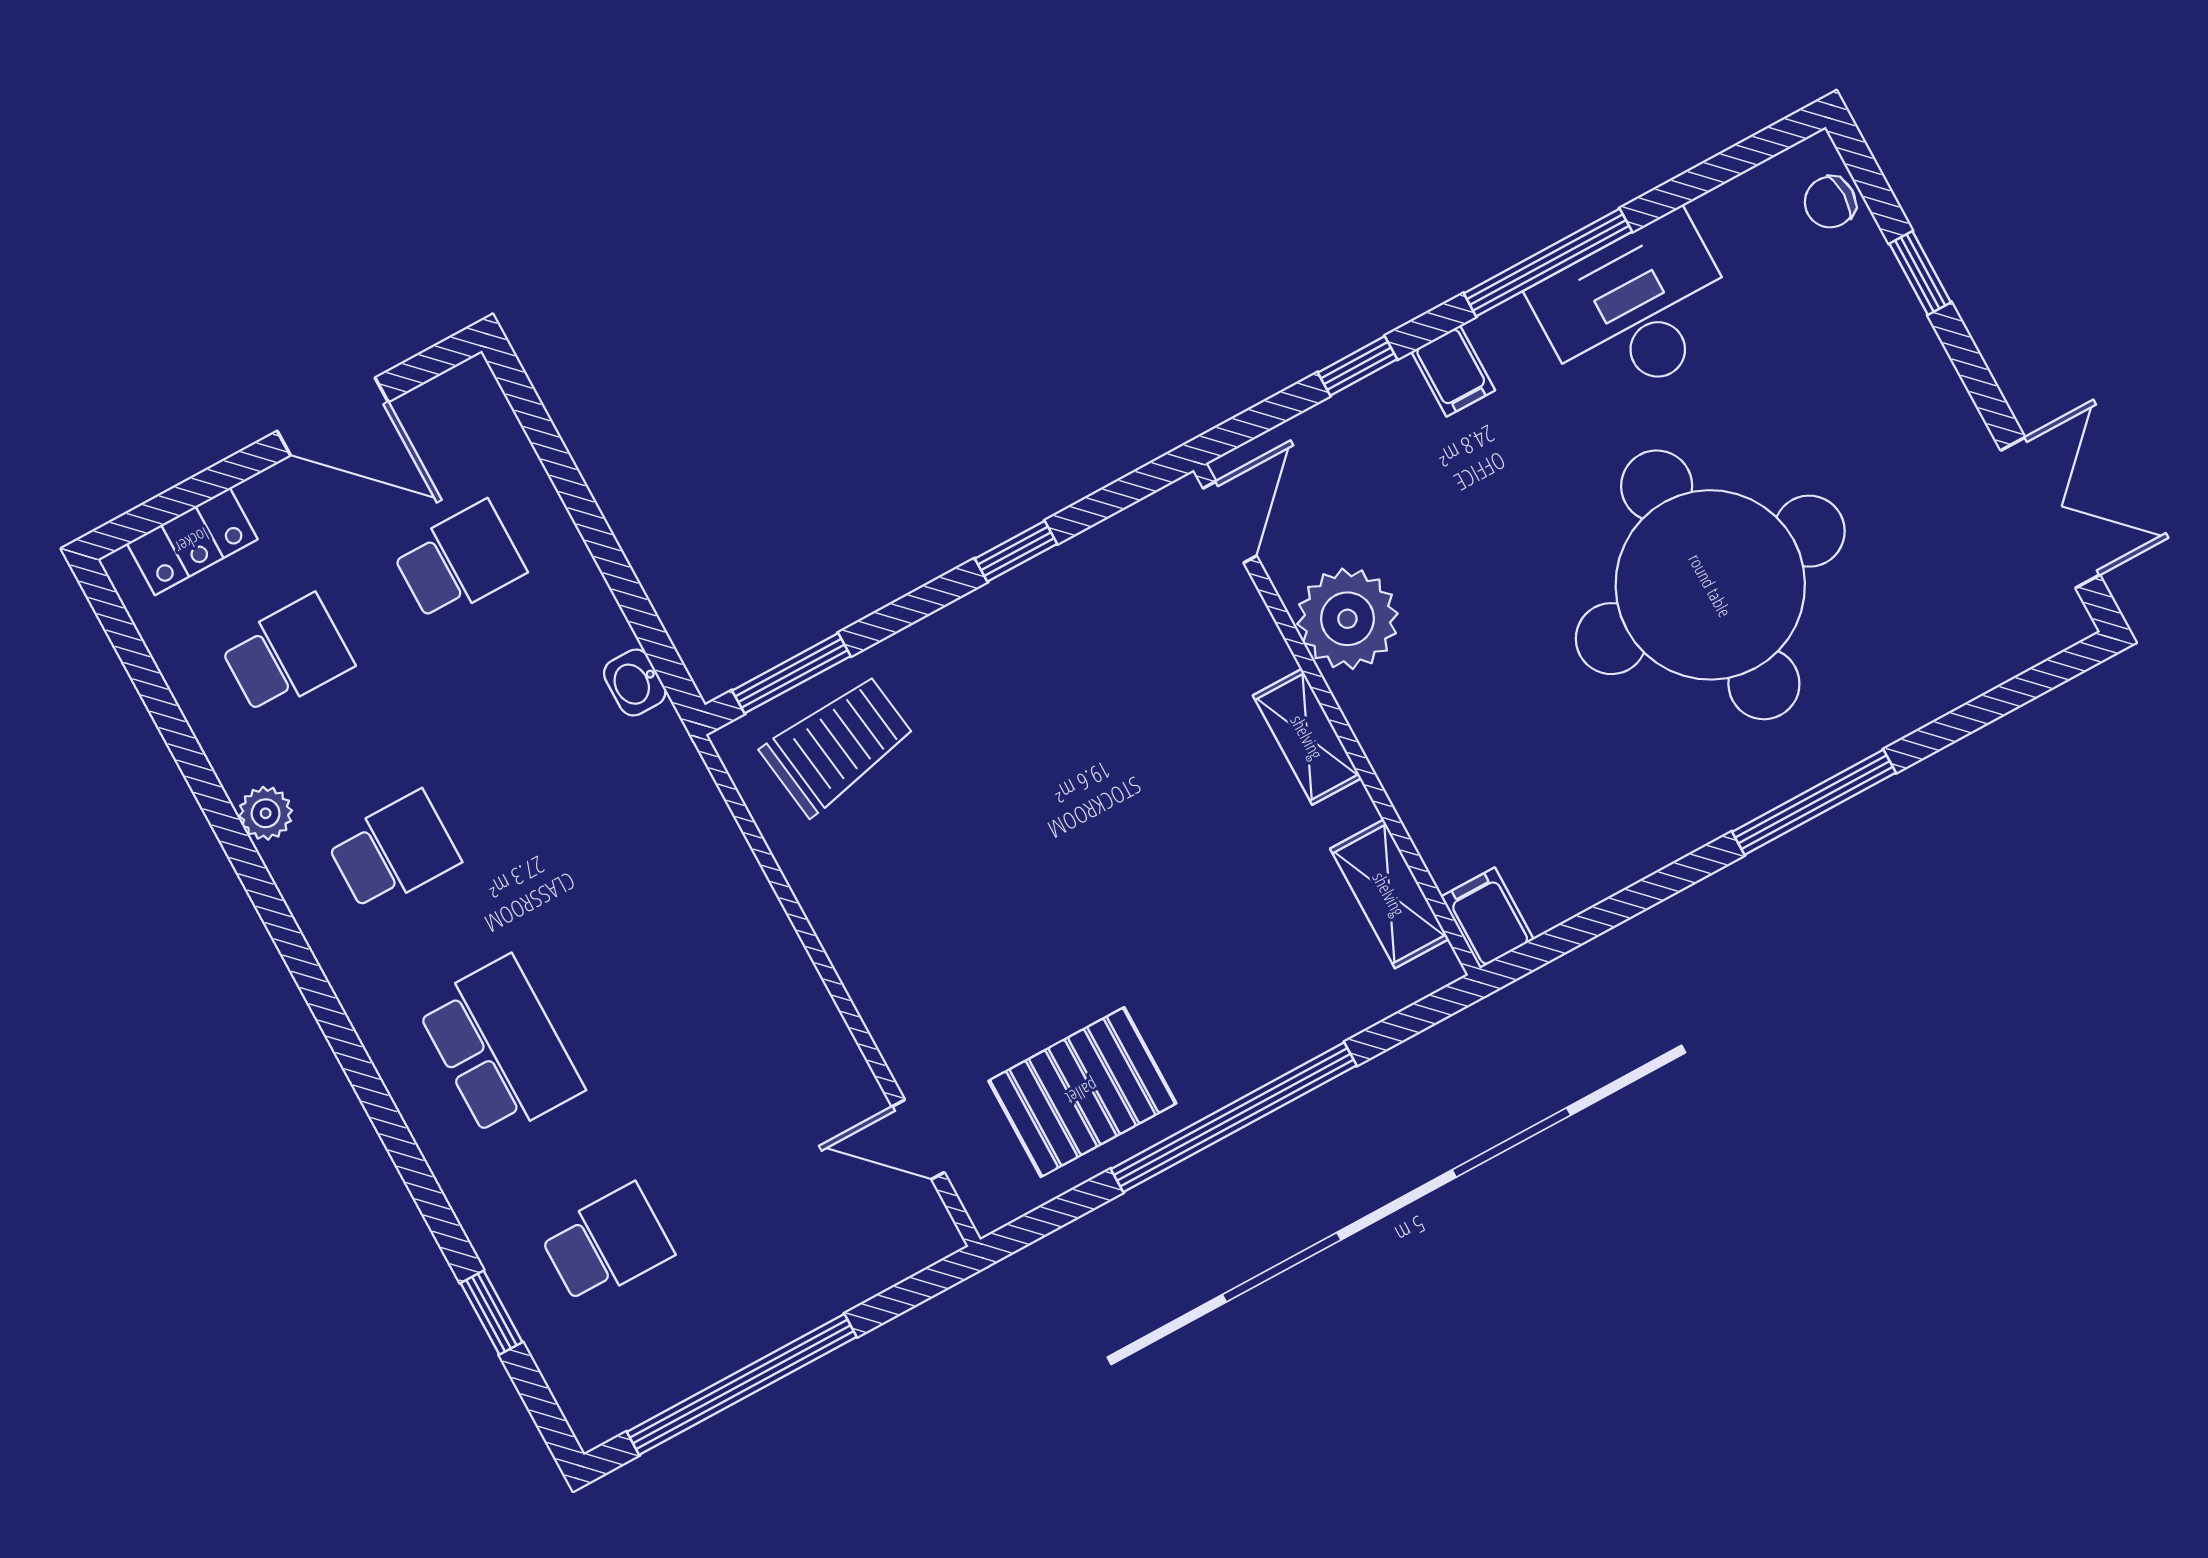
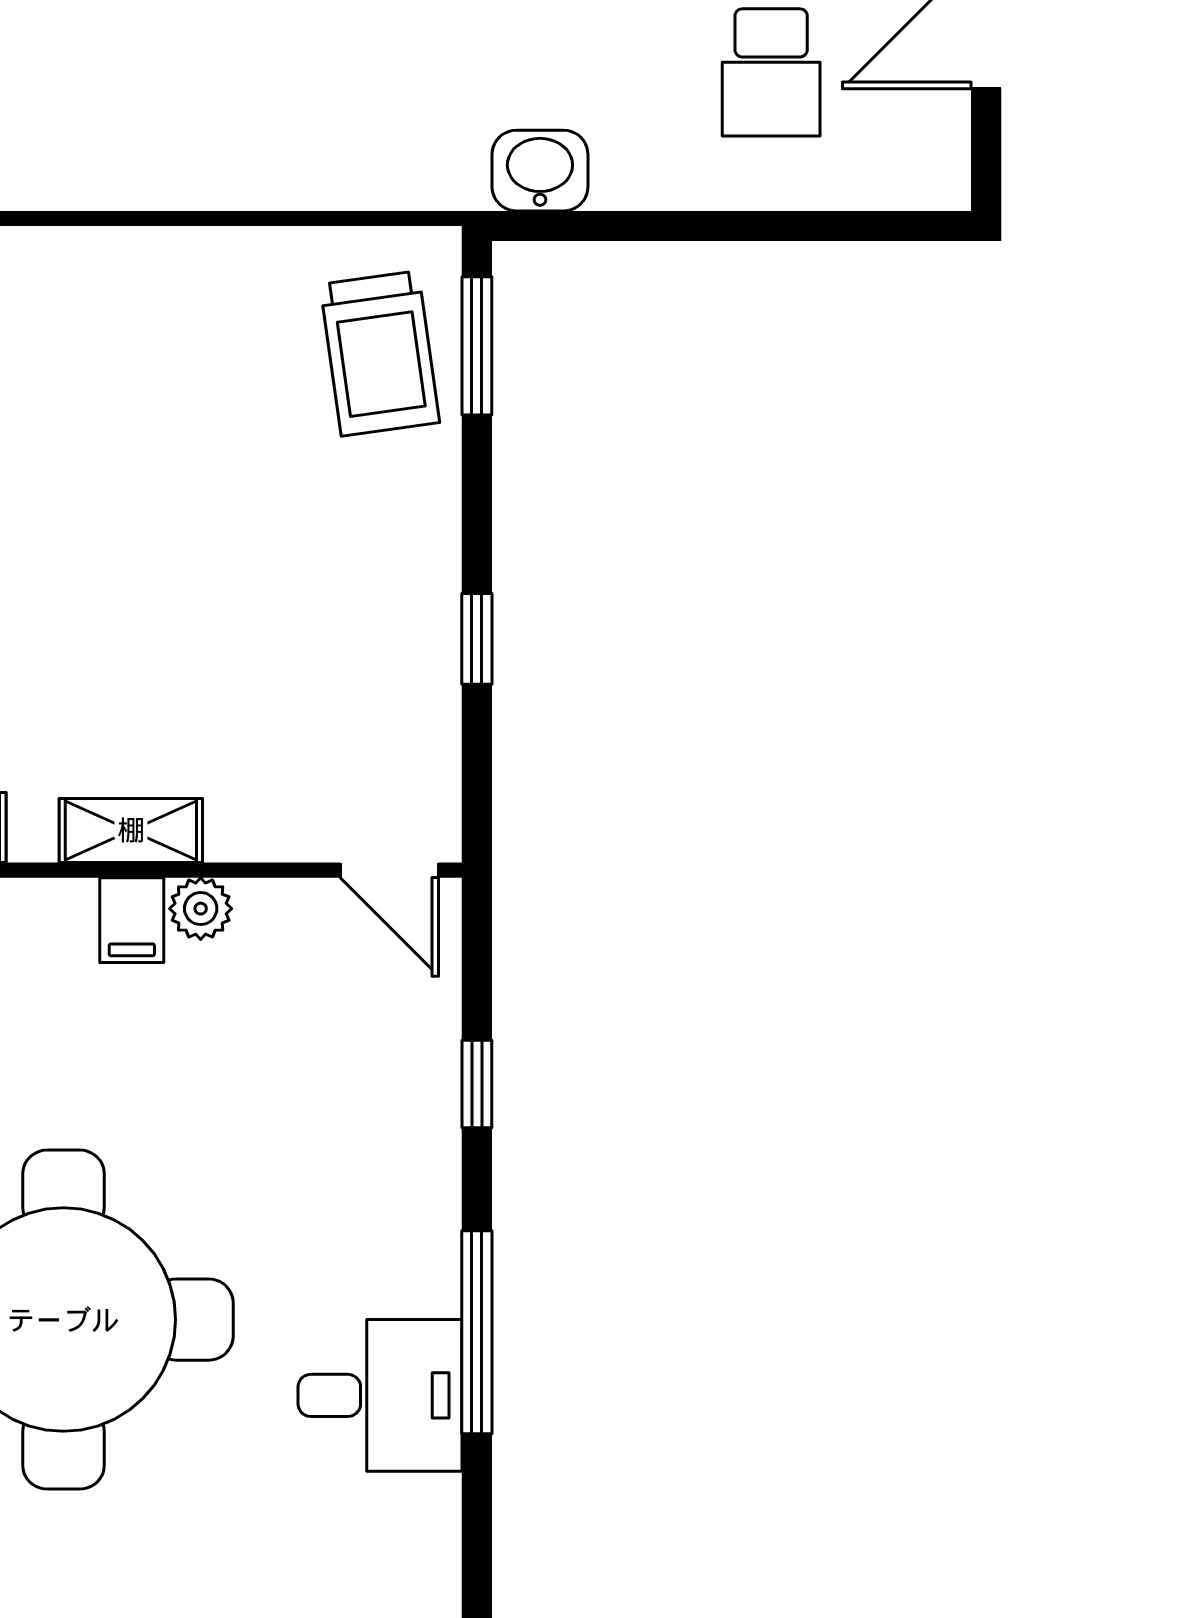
desk: (1637, 310) -> (380, 1395), width x0.73
filing cabinet: (1453, 371) -> (132, 920), moved, turned -90
plant: (1347, 619) -> (201, 909), width x0.53, depth x0.53
washbasin: (635, 683) -> (540, 171), width x1.38, depth x1.45

